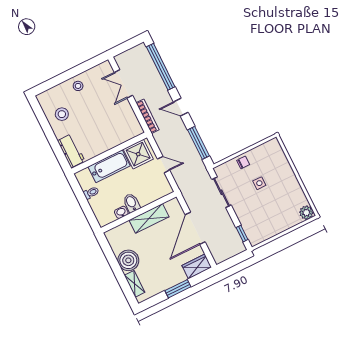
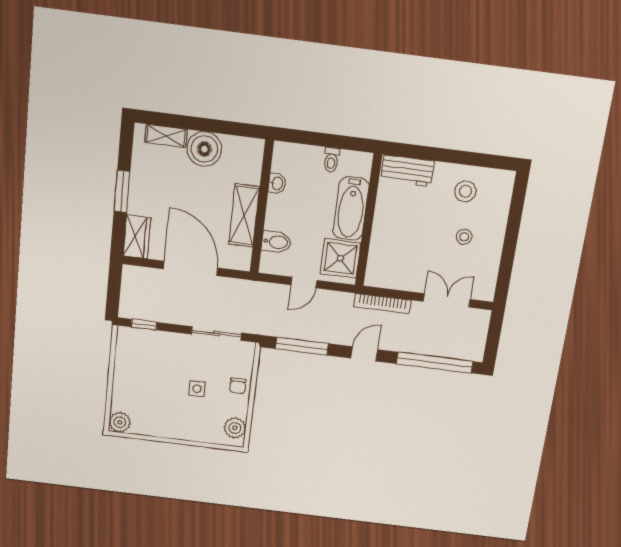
stool: (78, 86) -> (464, 237), moved
plant: (268, 149) -> (235, 428), added
bidet: (132, 203) -> (276, 242), moved

